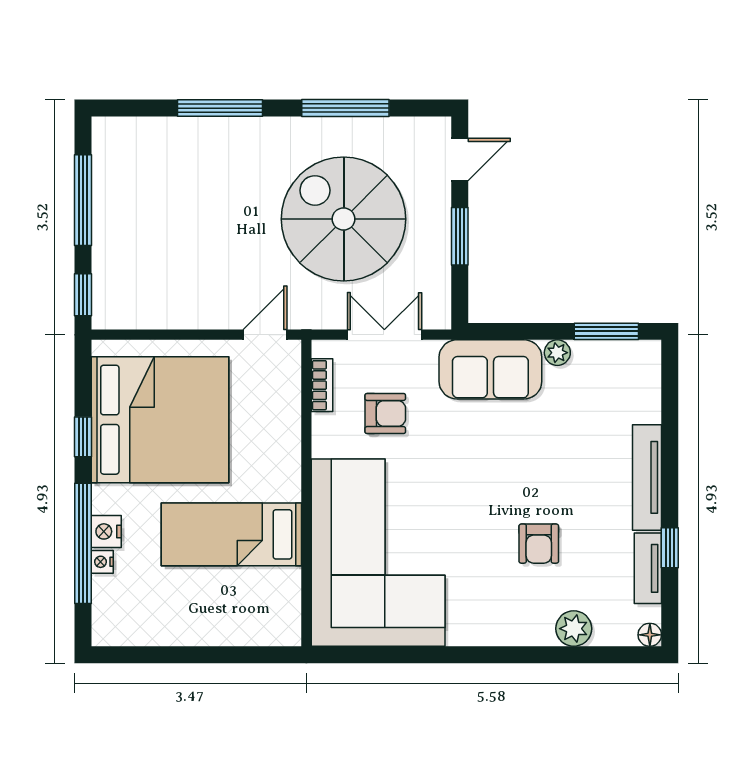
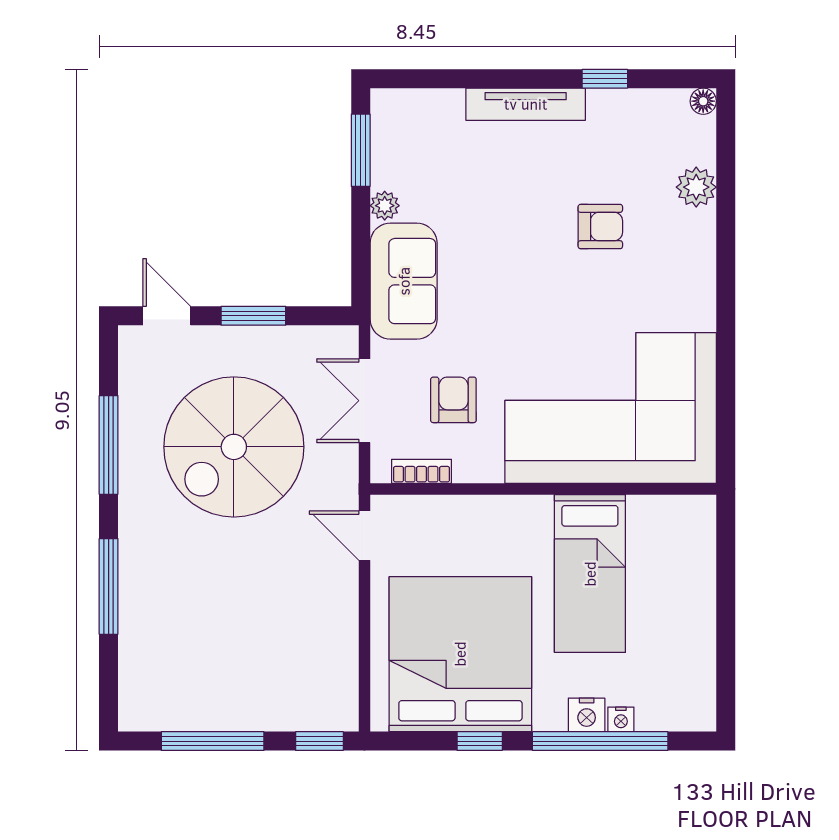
tv unit: (648, 568) -> (628, 103), removed

